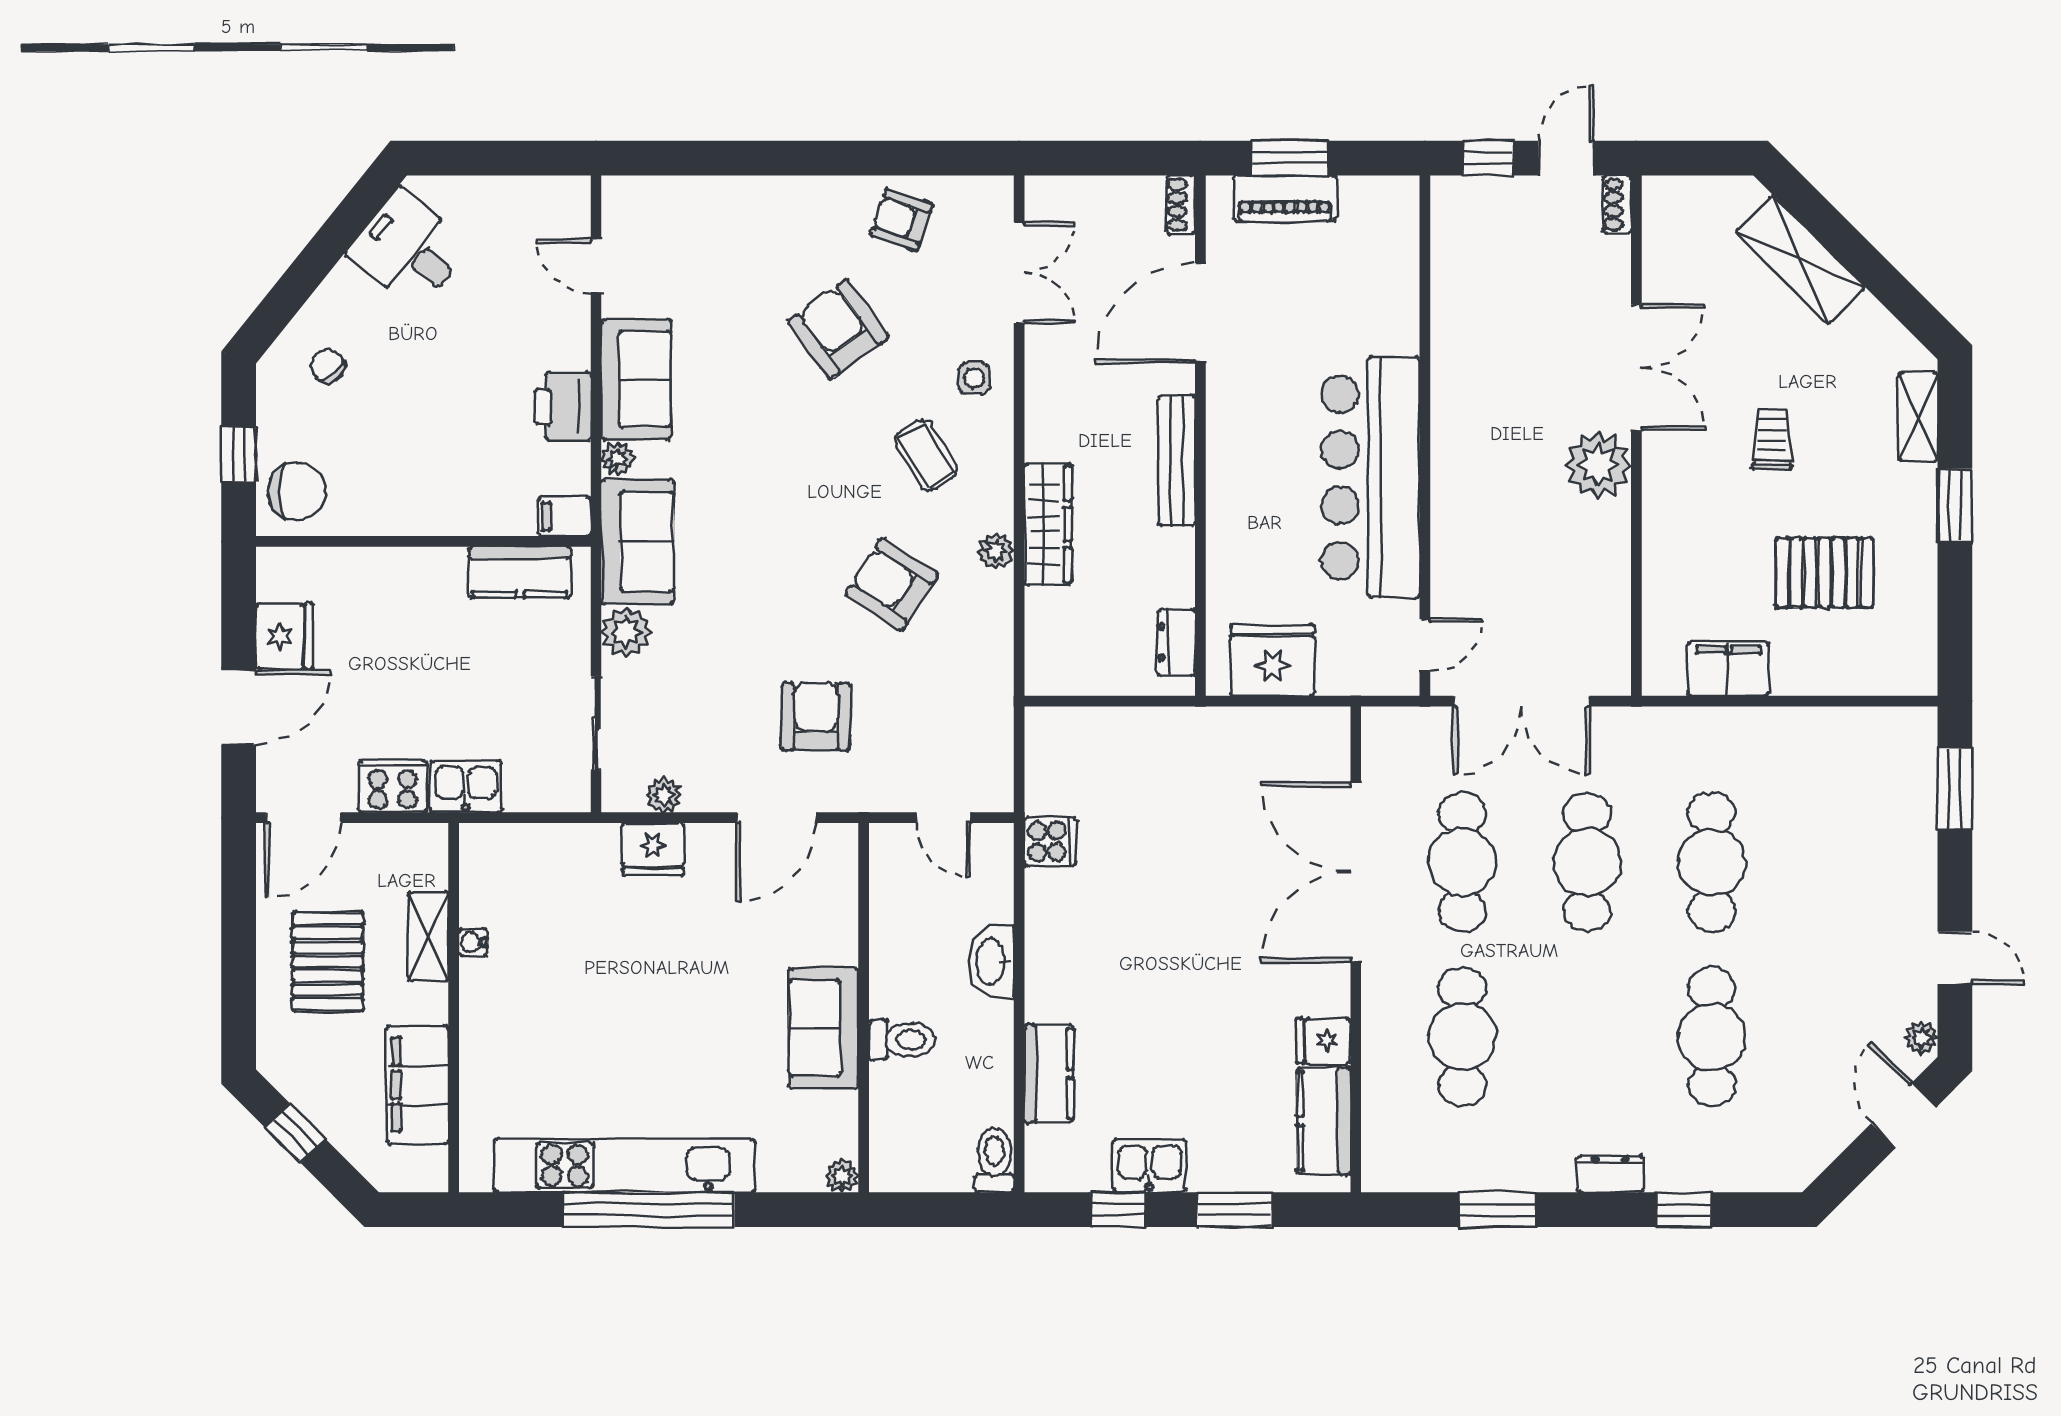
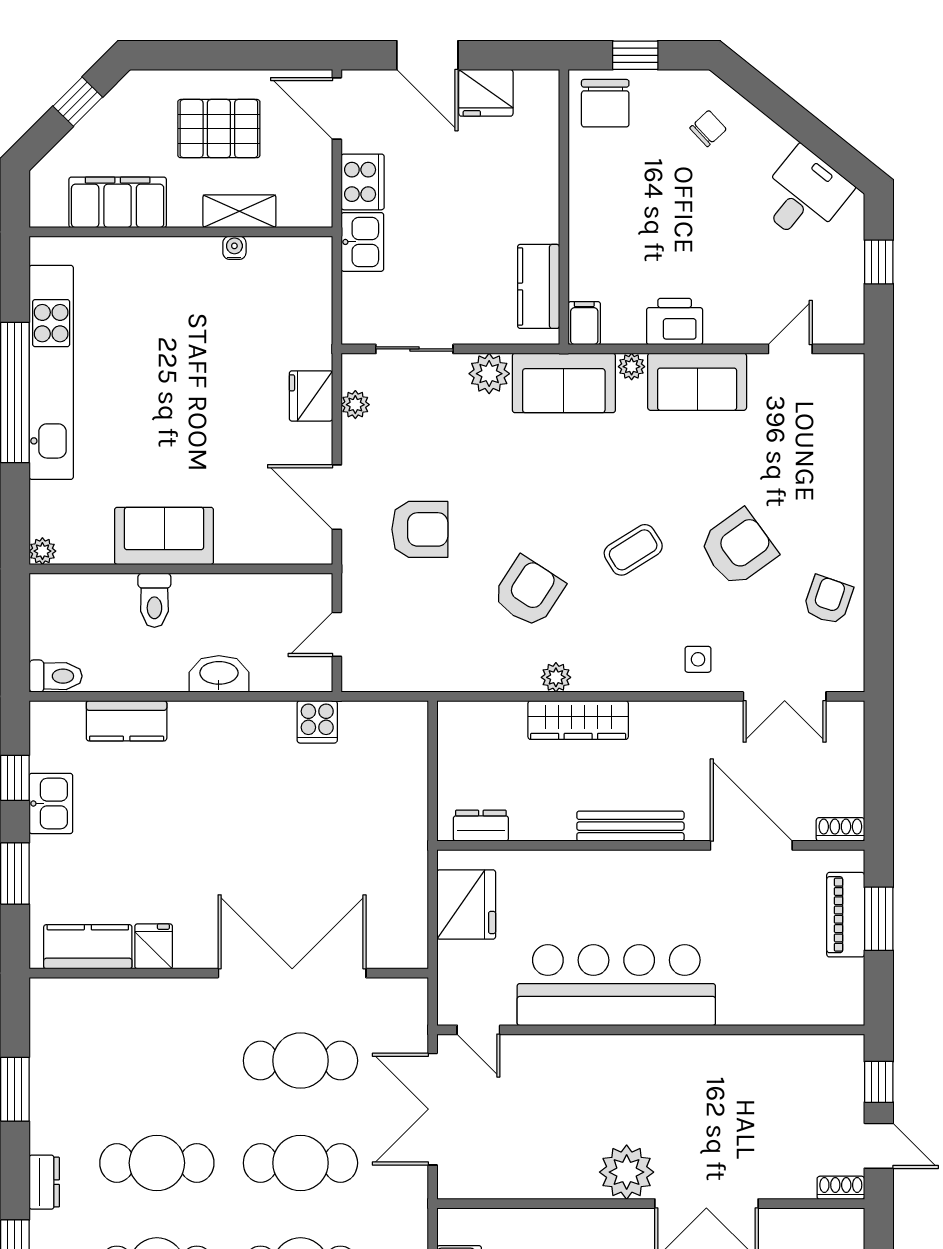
window: (490, 158) -> (879, 262), added
coffee table: (926, 455) -> (633, 550), moved
cafe table: (1462, 1037) -> (157, 1163), moved

